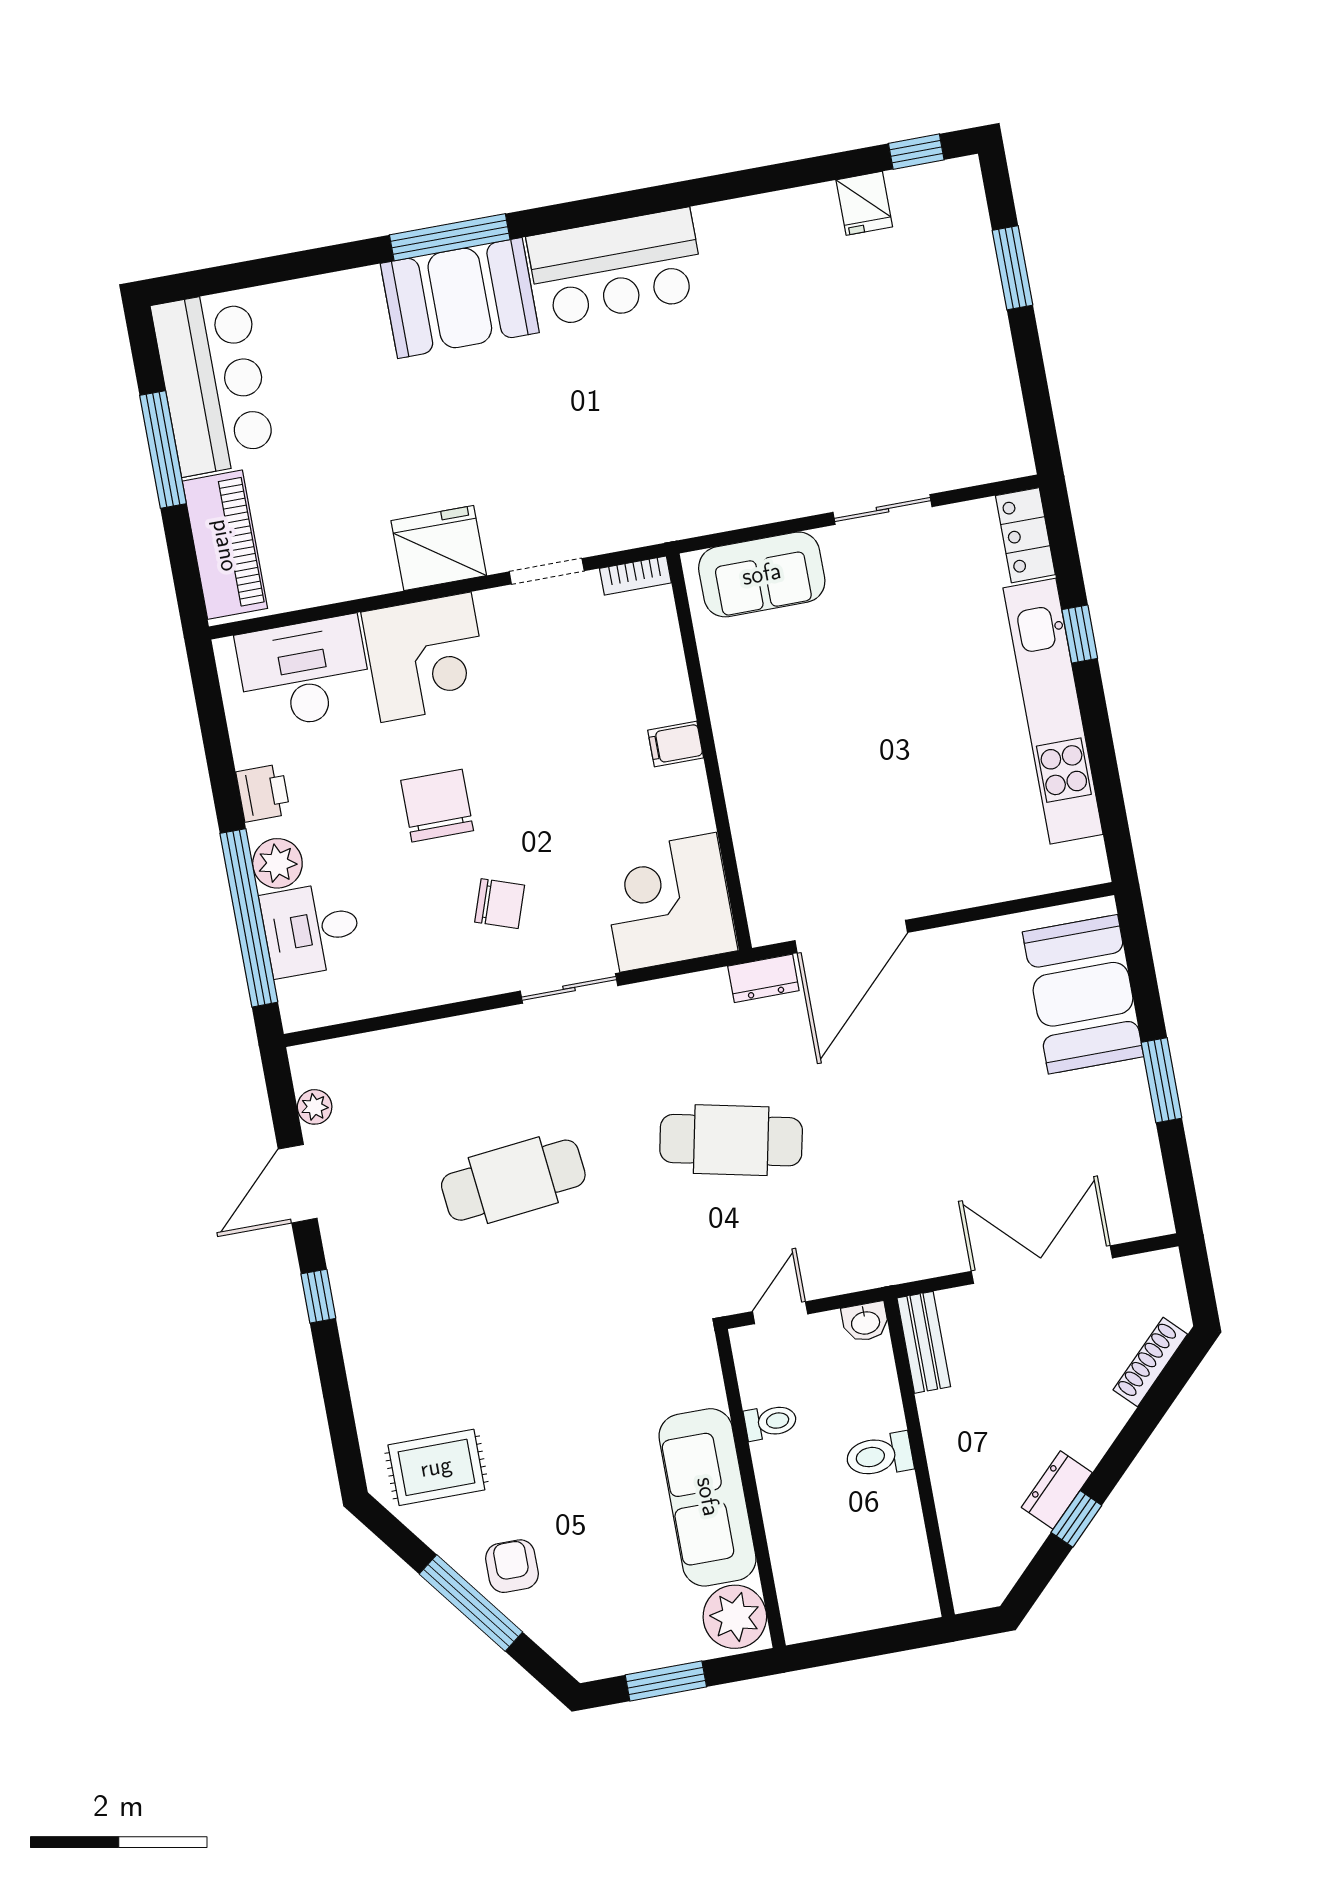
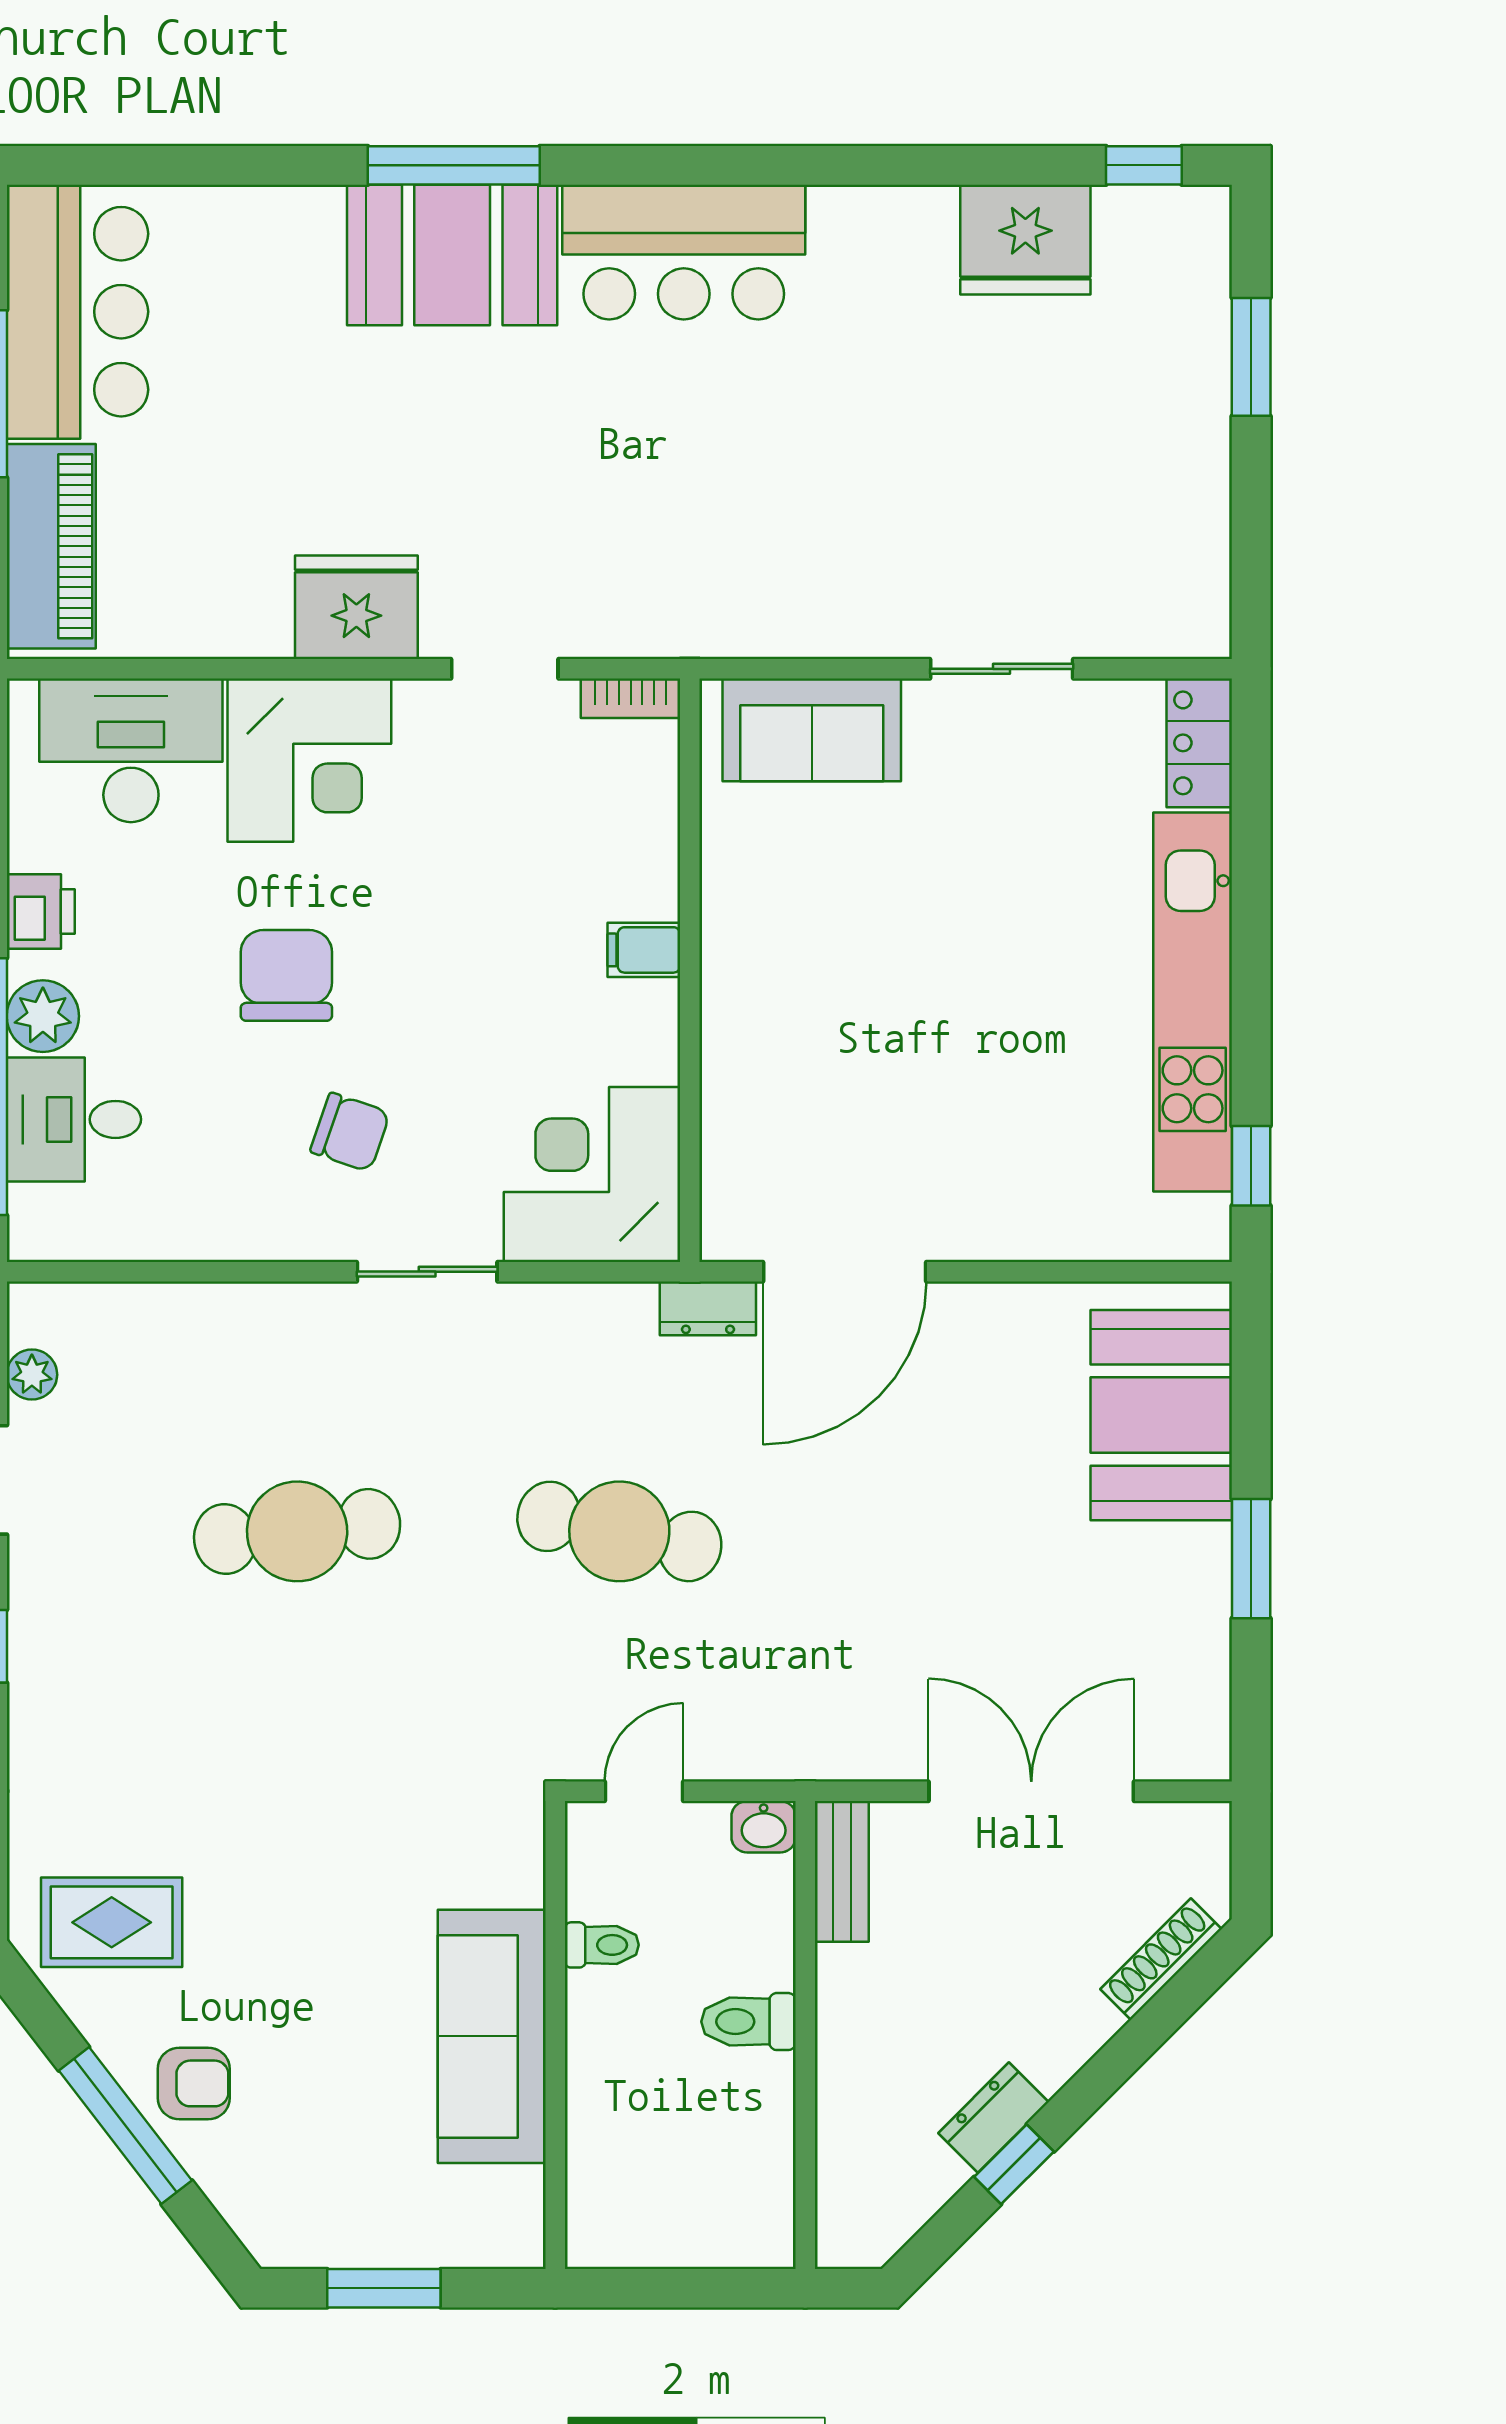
fridge: (864, 203) -> (1025, 240), width x1.88, depth x1.34
window: (1080, 634) -> (1251, 1166), moved
armchair: (512, 1566) -> (194, 2083), turned 90
plant: (735, 1617) -> (499, 2215), removed

